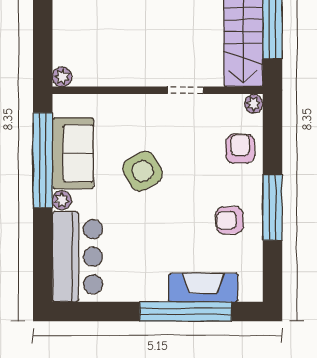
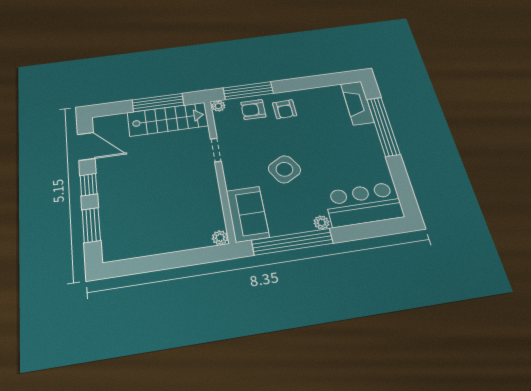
sofa: (73, 153) -> (247, 214), moved, turned 90
window: (272, 207) -> (248, 91), moved
armchair: (230, 220) -> (285, 109), moved
fireplace: (203, 288) -> (357, 103), moved

